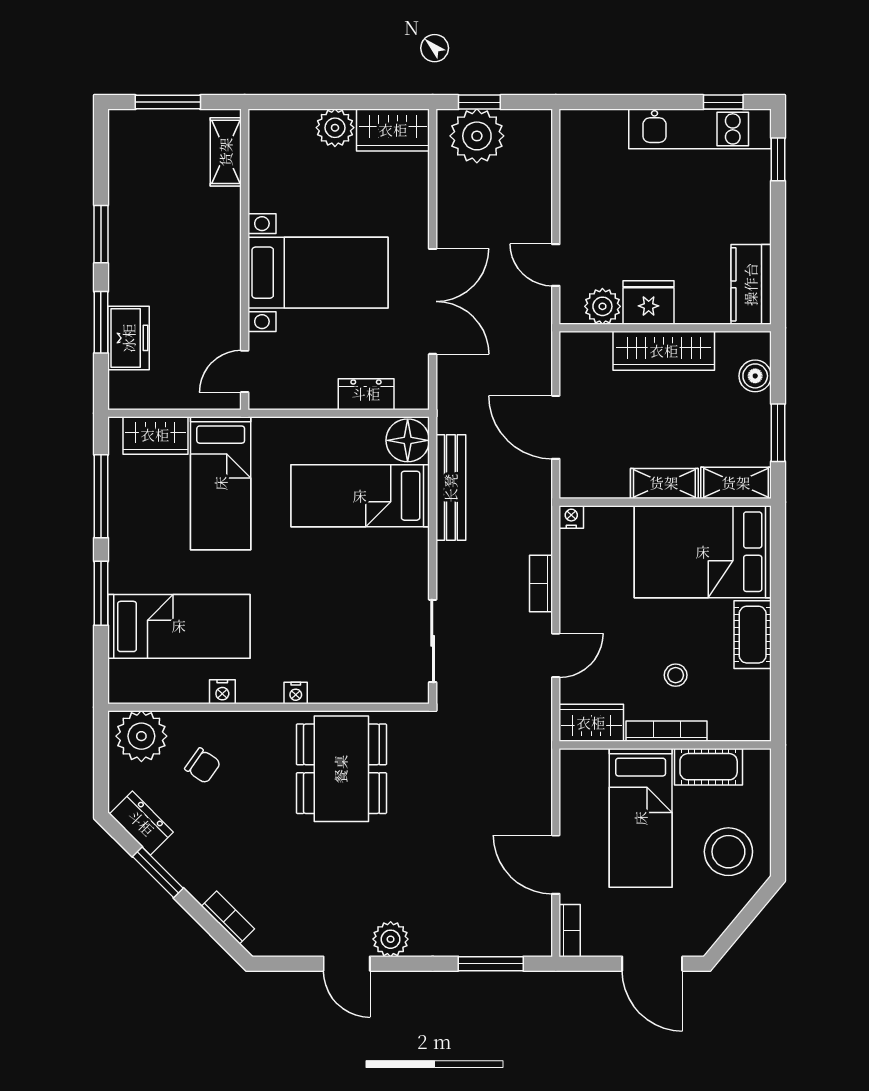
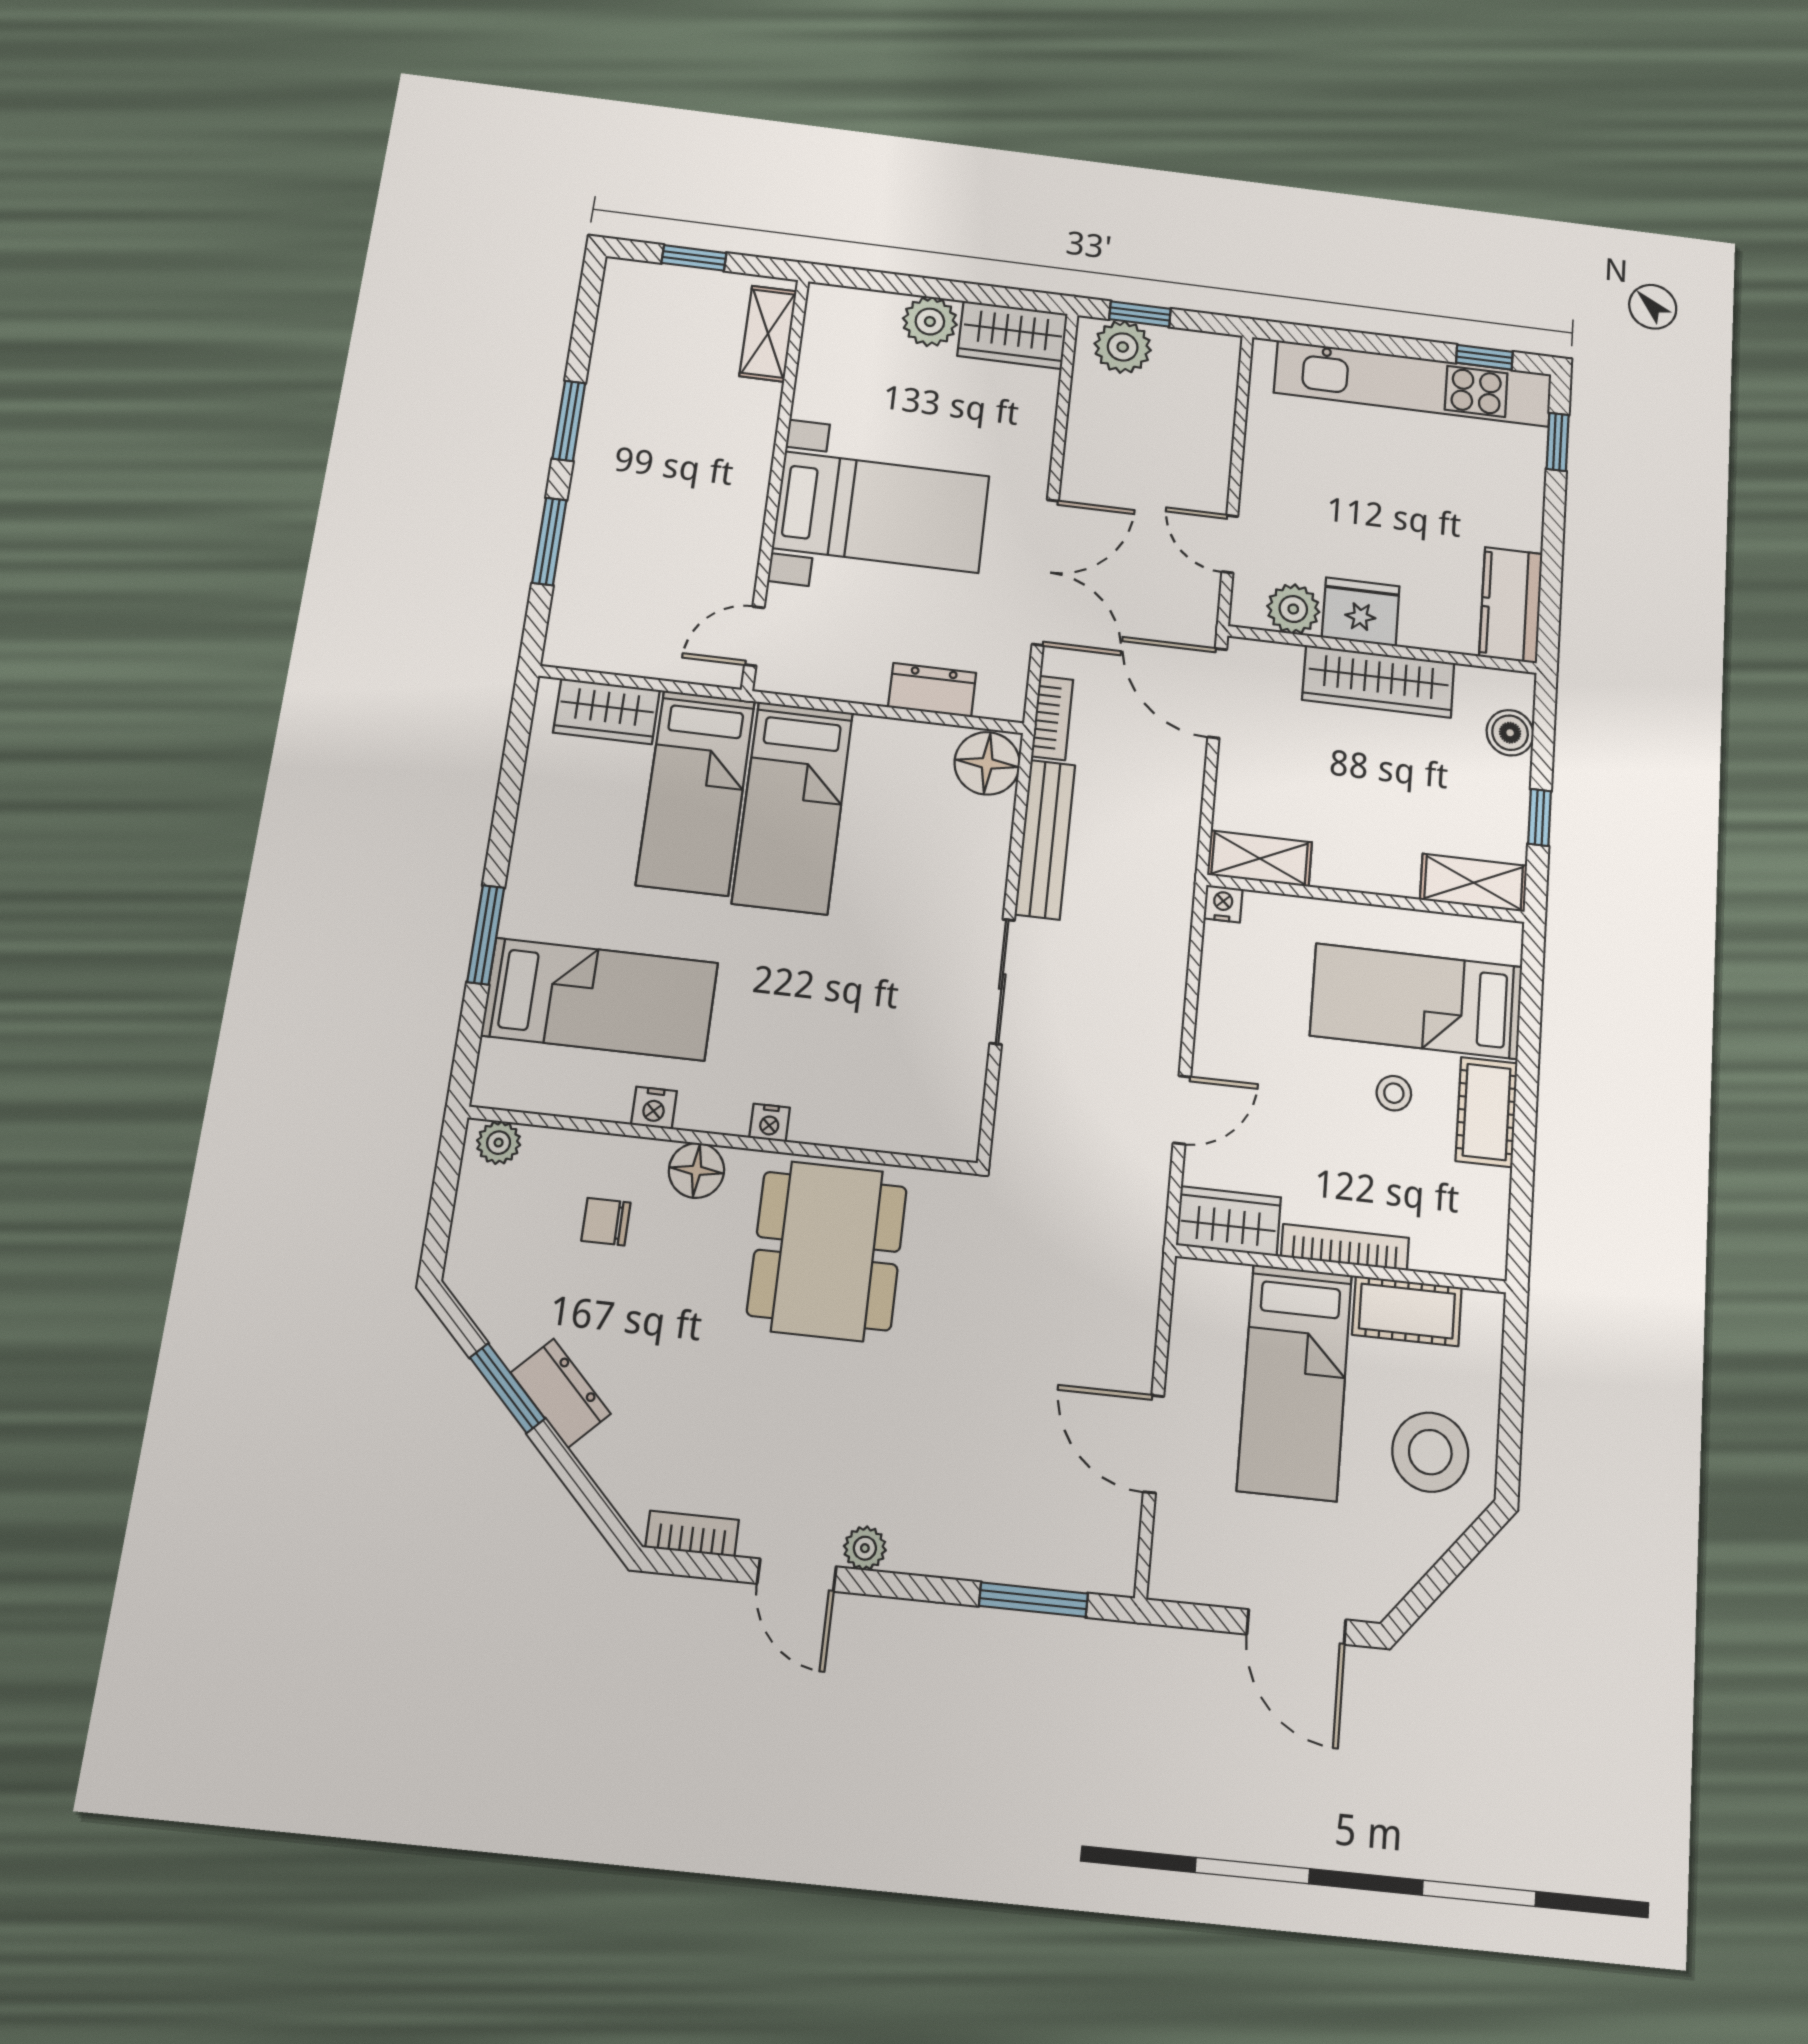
window: (168, 102) -> (694, 258), width x0.67
kitchen unit: (700, 129) -> (1413, 384), width x1.36
plant: (477, 136) -> (1123, 347), width x0.73, depth x0.73
freezer: (129, 338) -> (587, 568), removed
door: (556, 427) -> (1217, 693), moved
window: (778, 433) -> (1540, 817), width x0.67
shelving: (664, 483) -> (1260, 859), moved
window: (101, 496) -> (509, 790), removed
bed: (360, 496) -> (793, 807), moved, turned -90
bed: (703, 552) -> (1417, 1001), width x0.67
bookcase: (541, 583) -> (1052, 718), moved, turned 180
sliding door: (433, 641) -> (1002, 981), moved
stool: (676, 675) -> (1394, 1093), moved
floor lamp: (254, 728) -> (696, 1170), added
plant: (141, 736) -> (499, 1143), width x0.53, depth x0.53
chair: (203, 766) -> (606, 1222), turned 145
dresser: (141, 823) -> (561, 1393), moved
bookcase: (228, 918) -> (692, 1534), moved, turned -45
bookcase: (570, 931) -> (1167, 1557), removed
plant: (391, 939) -> (865, 1548), width x0.73, depth x0.73

